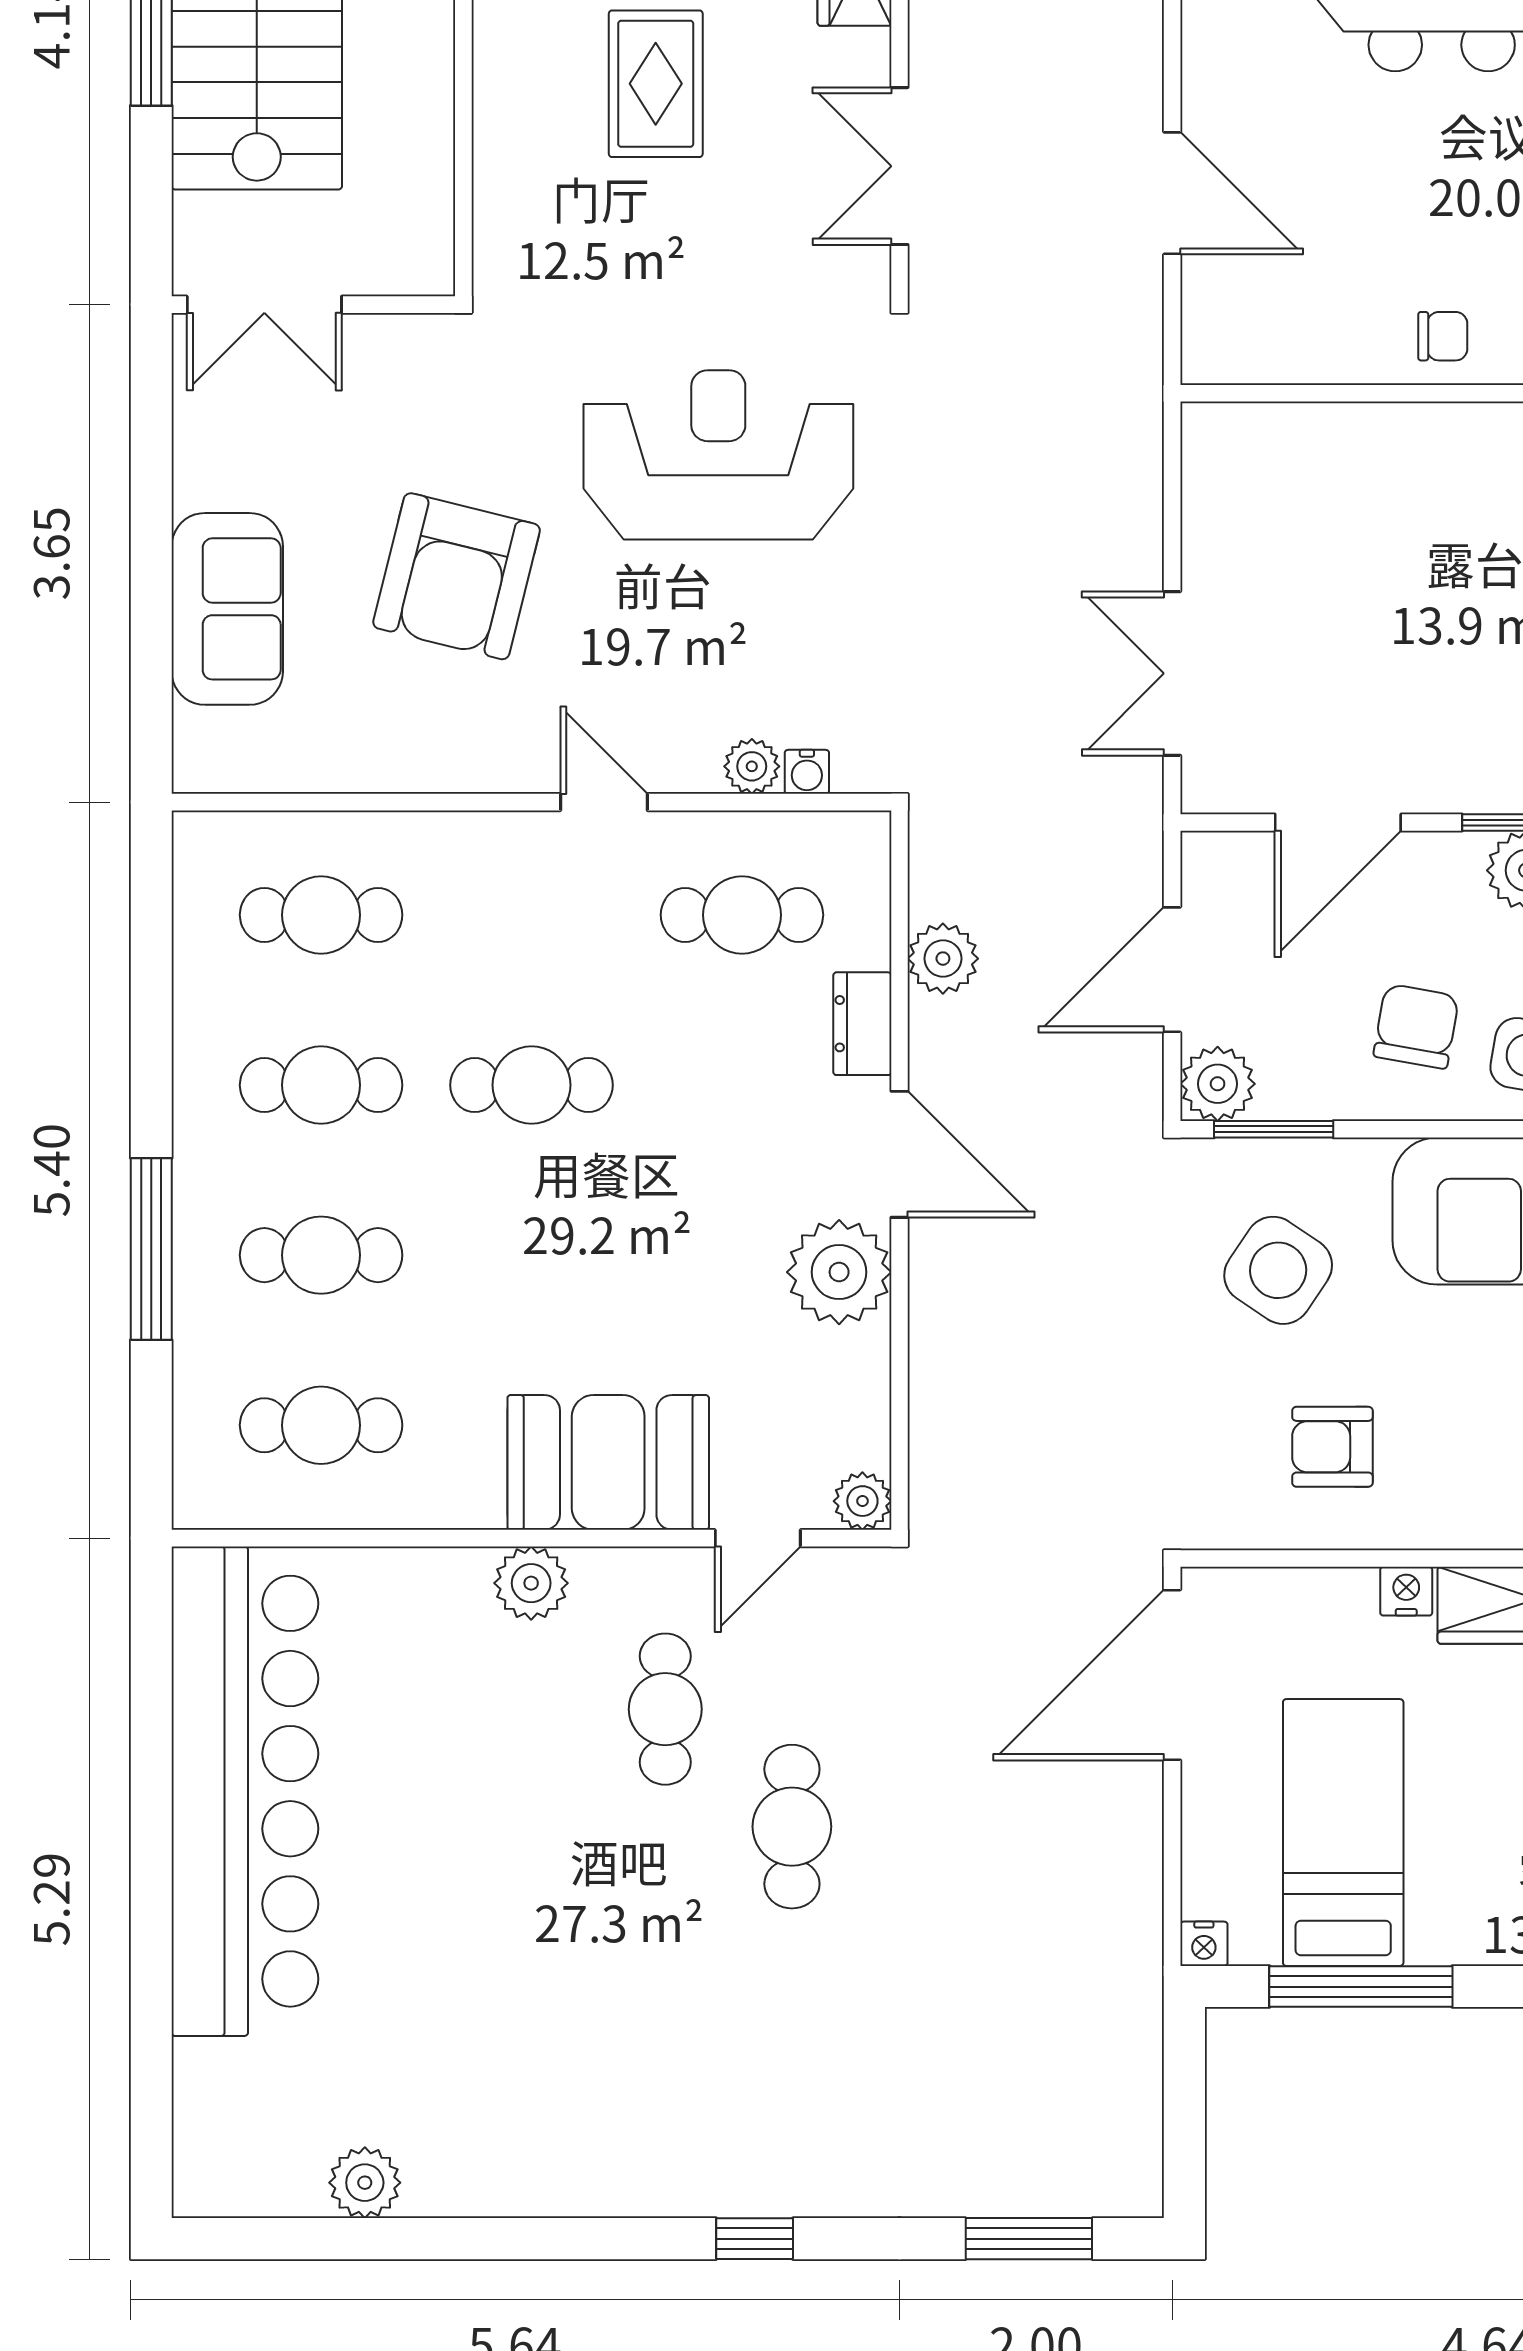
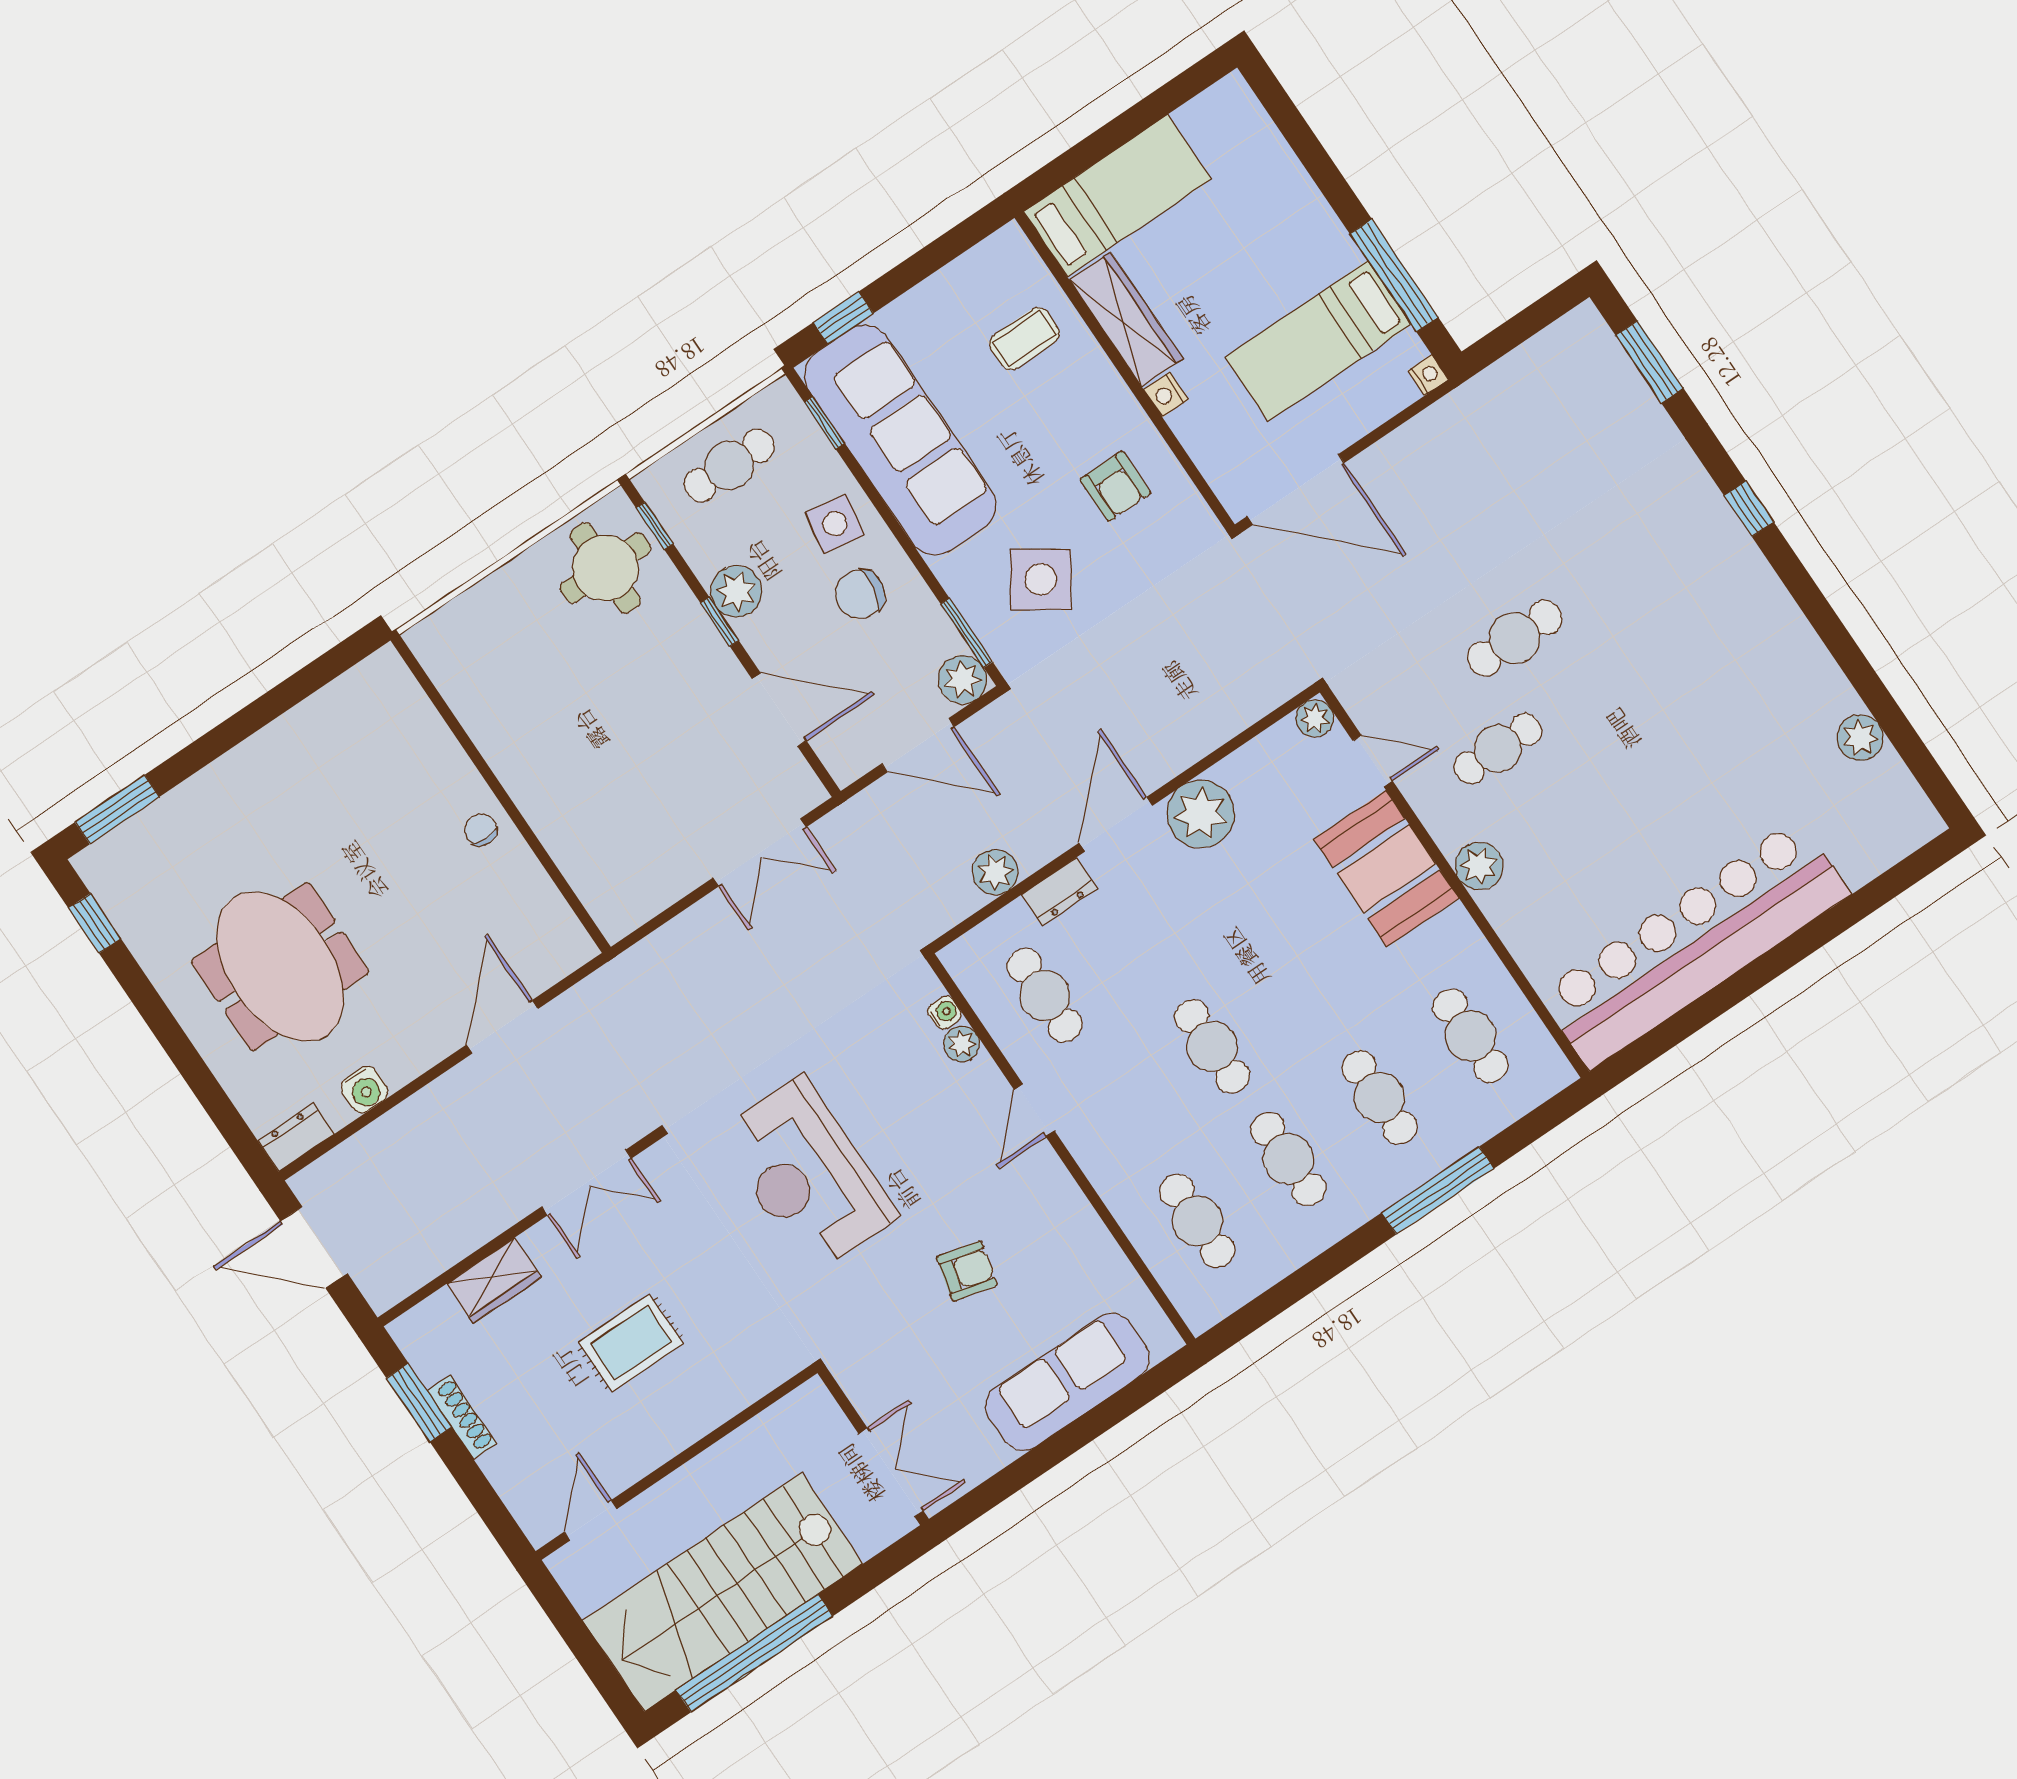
armchair: (457, 576) -> (967, 1271), width x0.53, depth x0.53
sofa: (227, 609) -> (1067, 1382), width x1.36

